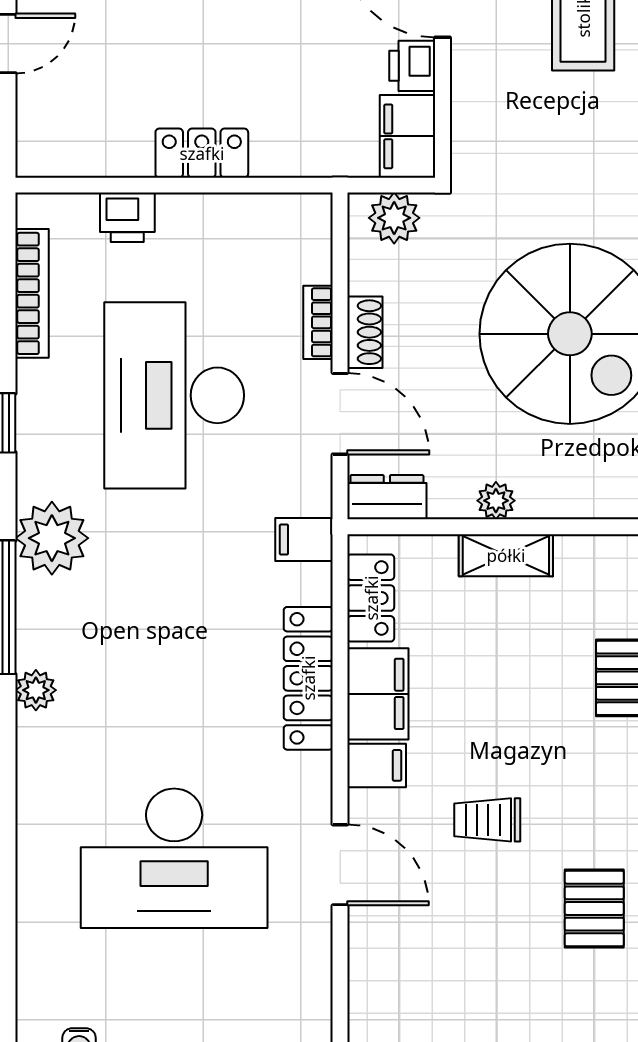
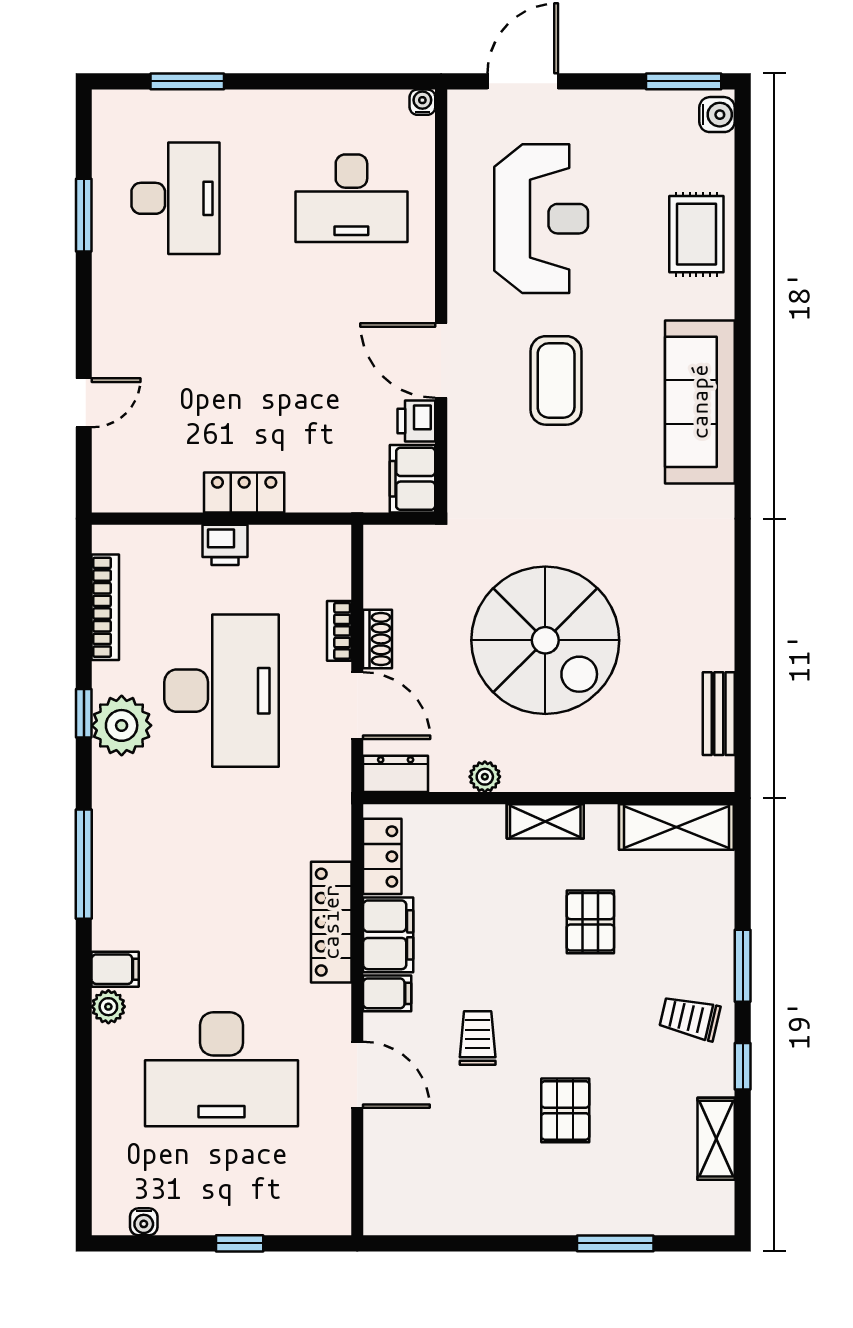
printer: (127, 217) -> (225, 545), moved
plant: (394, 218) -> (402, 546), removed
desk: (174, 395) -> (222, 691), turned 180
plant: (52, 538) -> (122, 725), moved
filing cabinet: (304, 539) -> (115, 969), moved, turned 180
shelving: (506, 555) -> (545, 821), moved
plant: (36, 690) -> (108, 1007), moved
trolley: (487, 820) -> (478, 1038), turned 90

